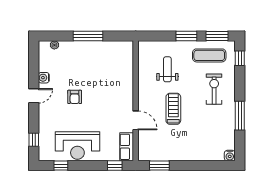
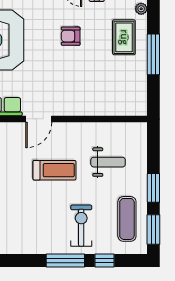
rug: (75, 58) -> (124, 37), added
window: (240, 58) -> (105, 260), moved
exercise bike: (214, 89) -> (81, 226), turned -90
window: (240, 116) -> (65, 260), moved

